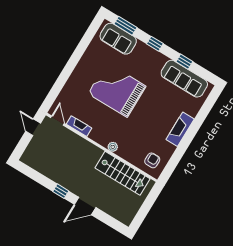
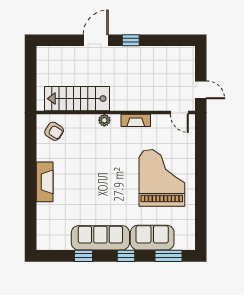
sofa: (118, 39) -> (152, 238), moved
sofa: (184, 79) -> (100, 238), moved
grand piano: (117, 90) -> (162, 178), moved, turned -90
fireplace: (79, 126) -> (136, 120), moved
armchair: (152, 160) -> (54, 131), turned -57

